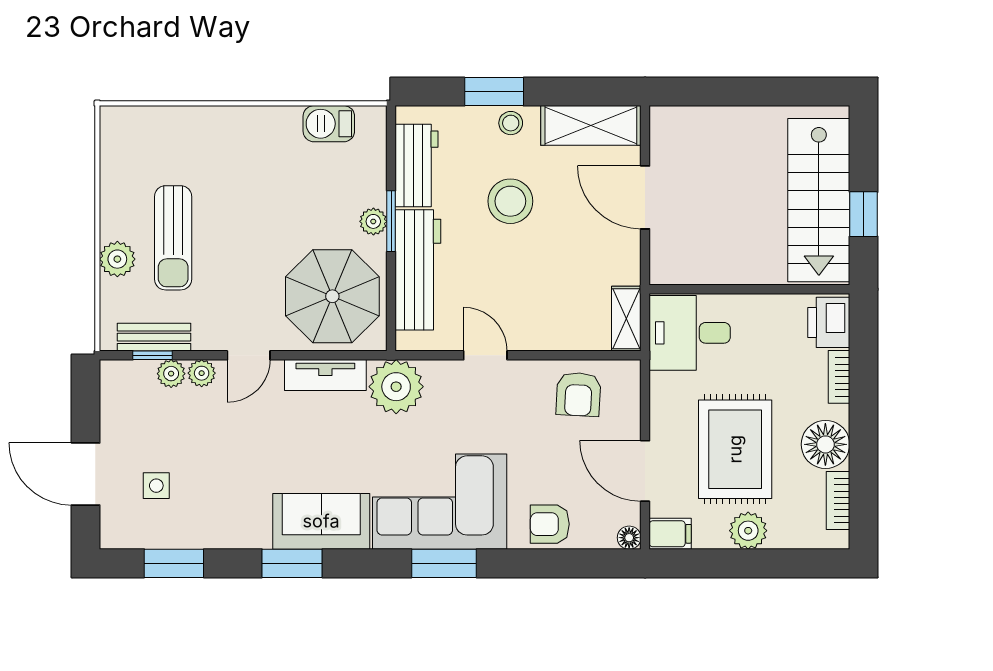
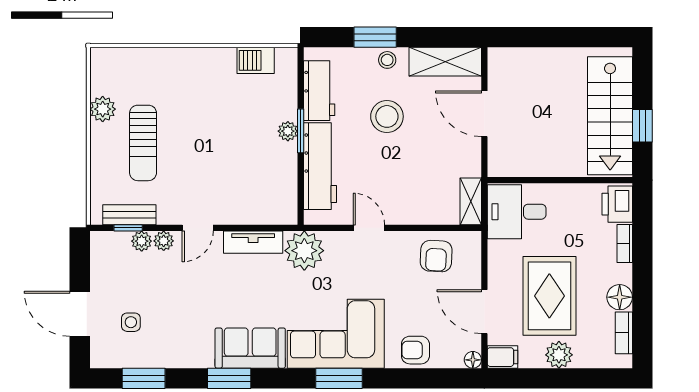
plant: (117, 259) -> (103, 109), moved
parasol: (332, 296) -> (258, 185), removed
floor lamp: (825, 444) -> (620, 297), width x0.73, depth x0.73

